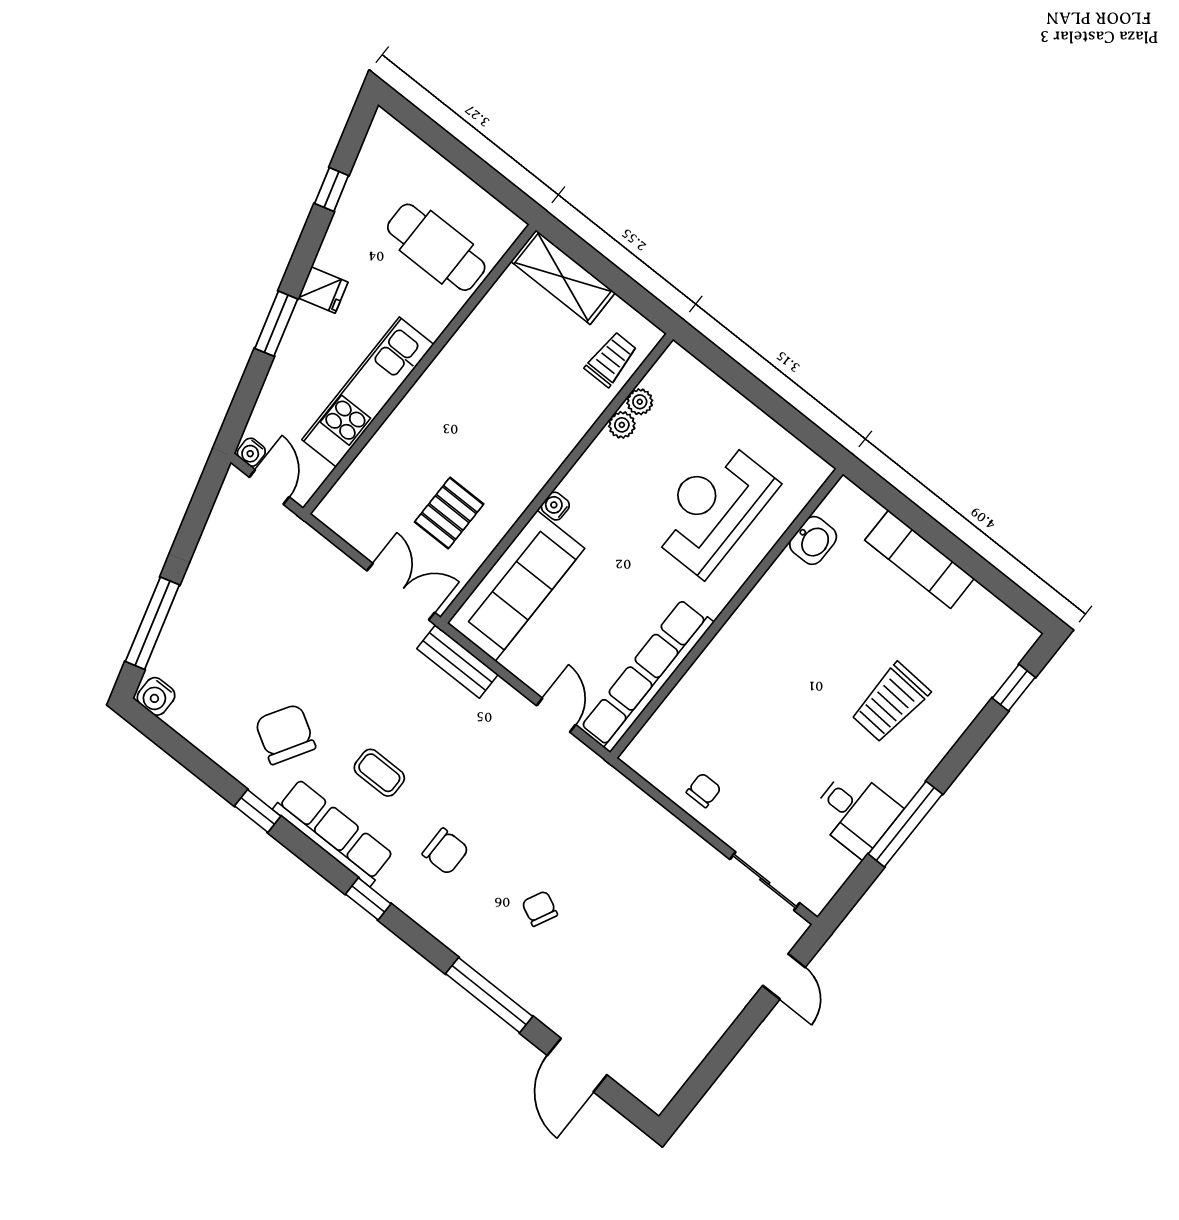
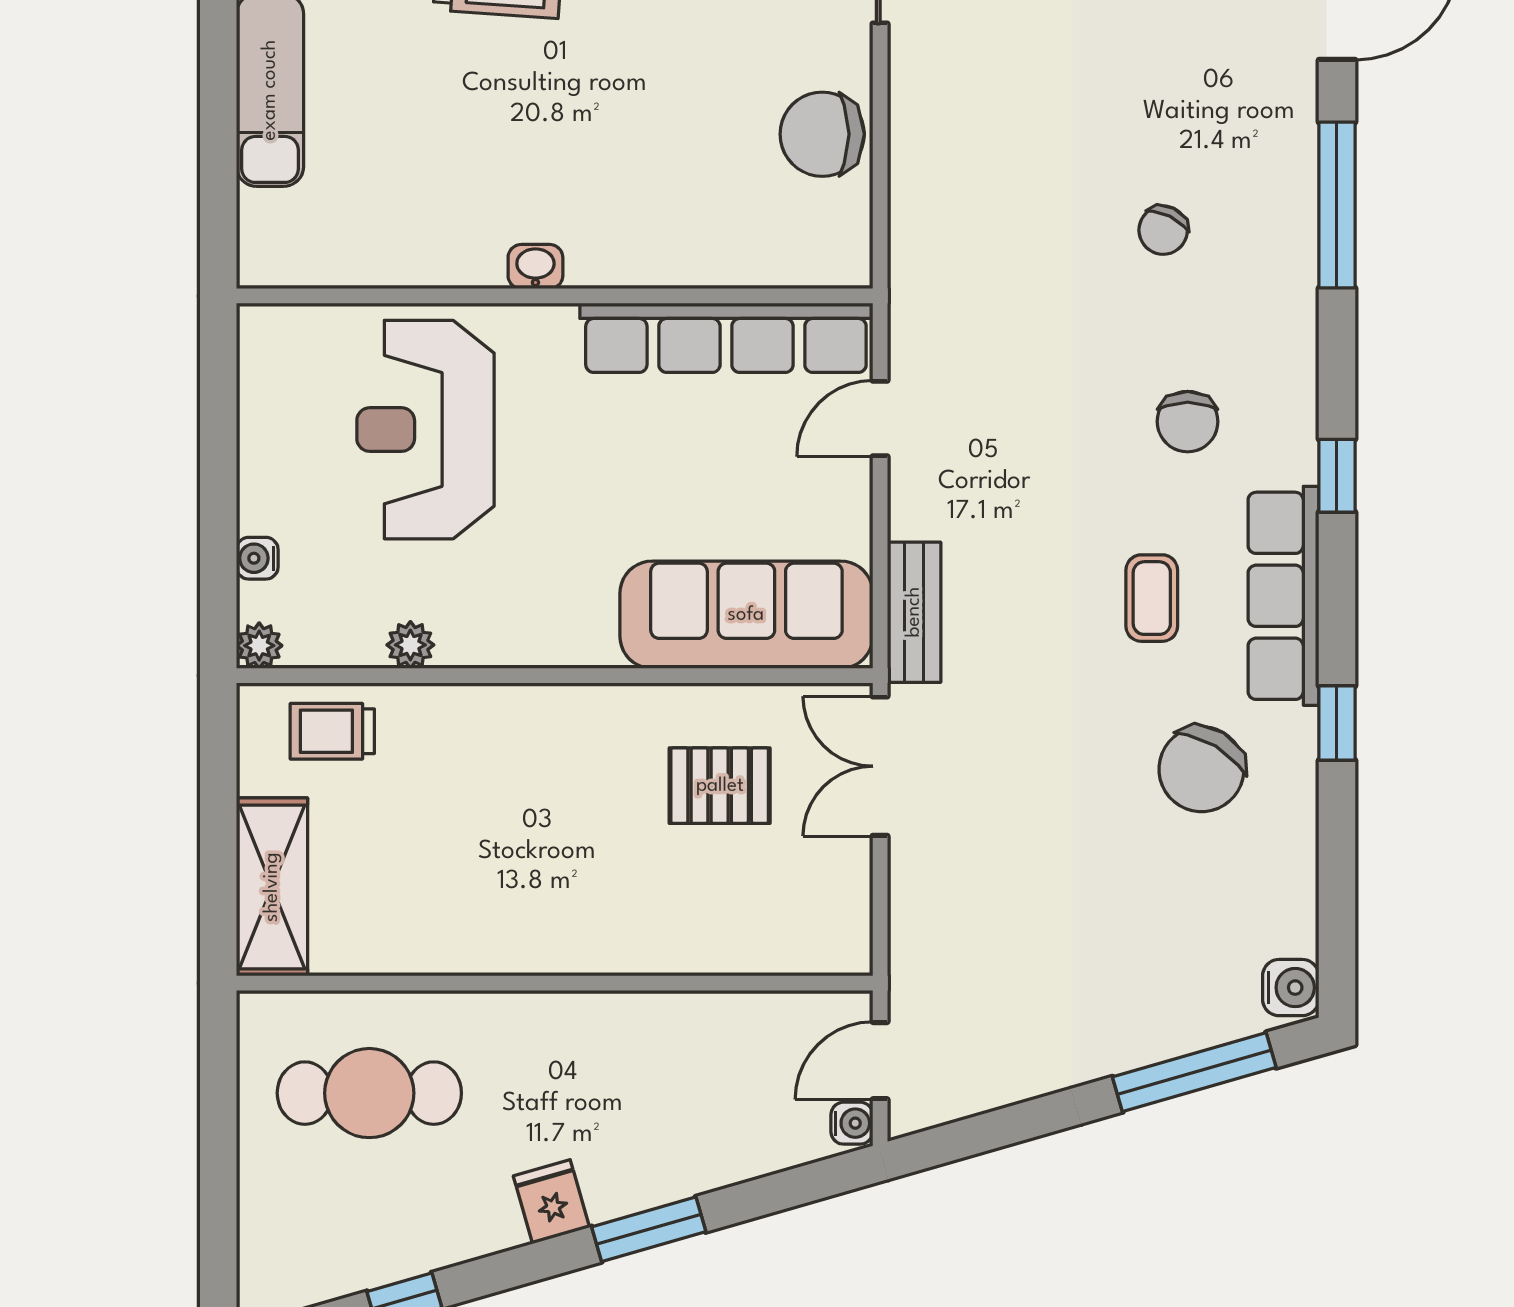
cafe table: (436, 247) -> (369, 1093), turned 90
kitchen unit: (368, 392) -> (642, 1029), removed
plant: (640, 402) -> (259, 646), moved
water cooler: (555, 506) -> (257, 558), moved, turned 90
reception desk: (713, 508) -> (426, 430), turned 90
washbasin: (813, 540) -> (535, 267), moved, width x0.72, depth x0.69
chair: (704, 790) -> (822, 134), width x1.87, depth x1.87
chair: (446, 851) -> (1188, 422), turned 180

